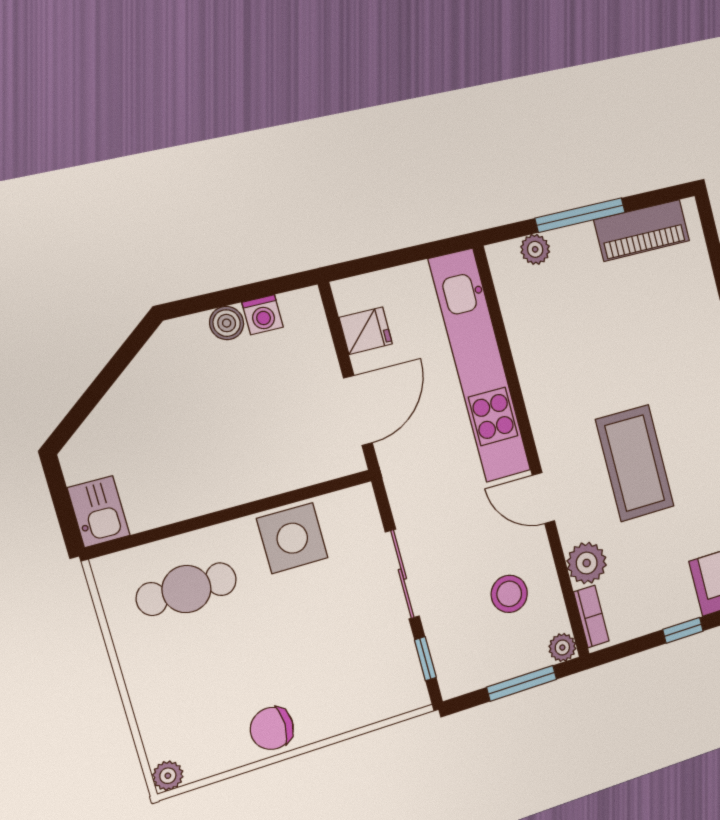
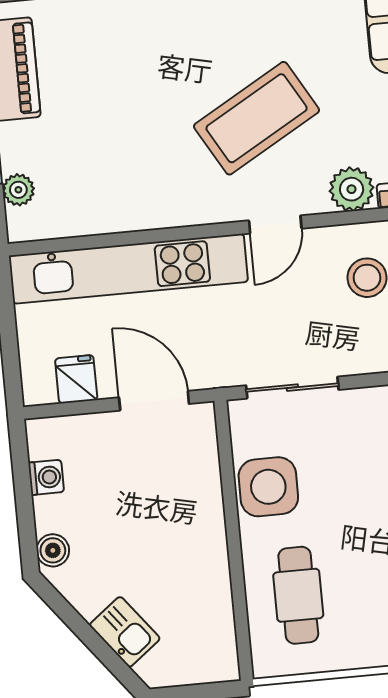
boiler: (227, 323) -> (53, 550), moved
coffee table: (635, 463) -> (257, 118), turned -30
kitchen sink: (99, 512) -> (125, 632), moved, turned 52
sliding door: (402, 574) -> (292, 388), moved

